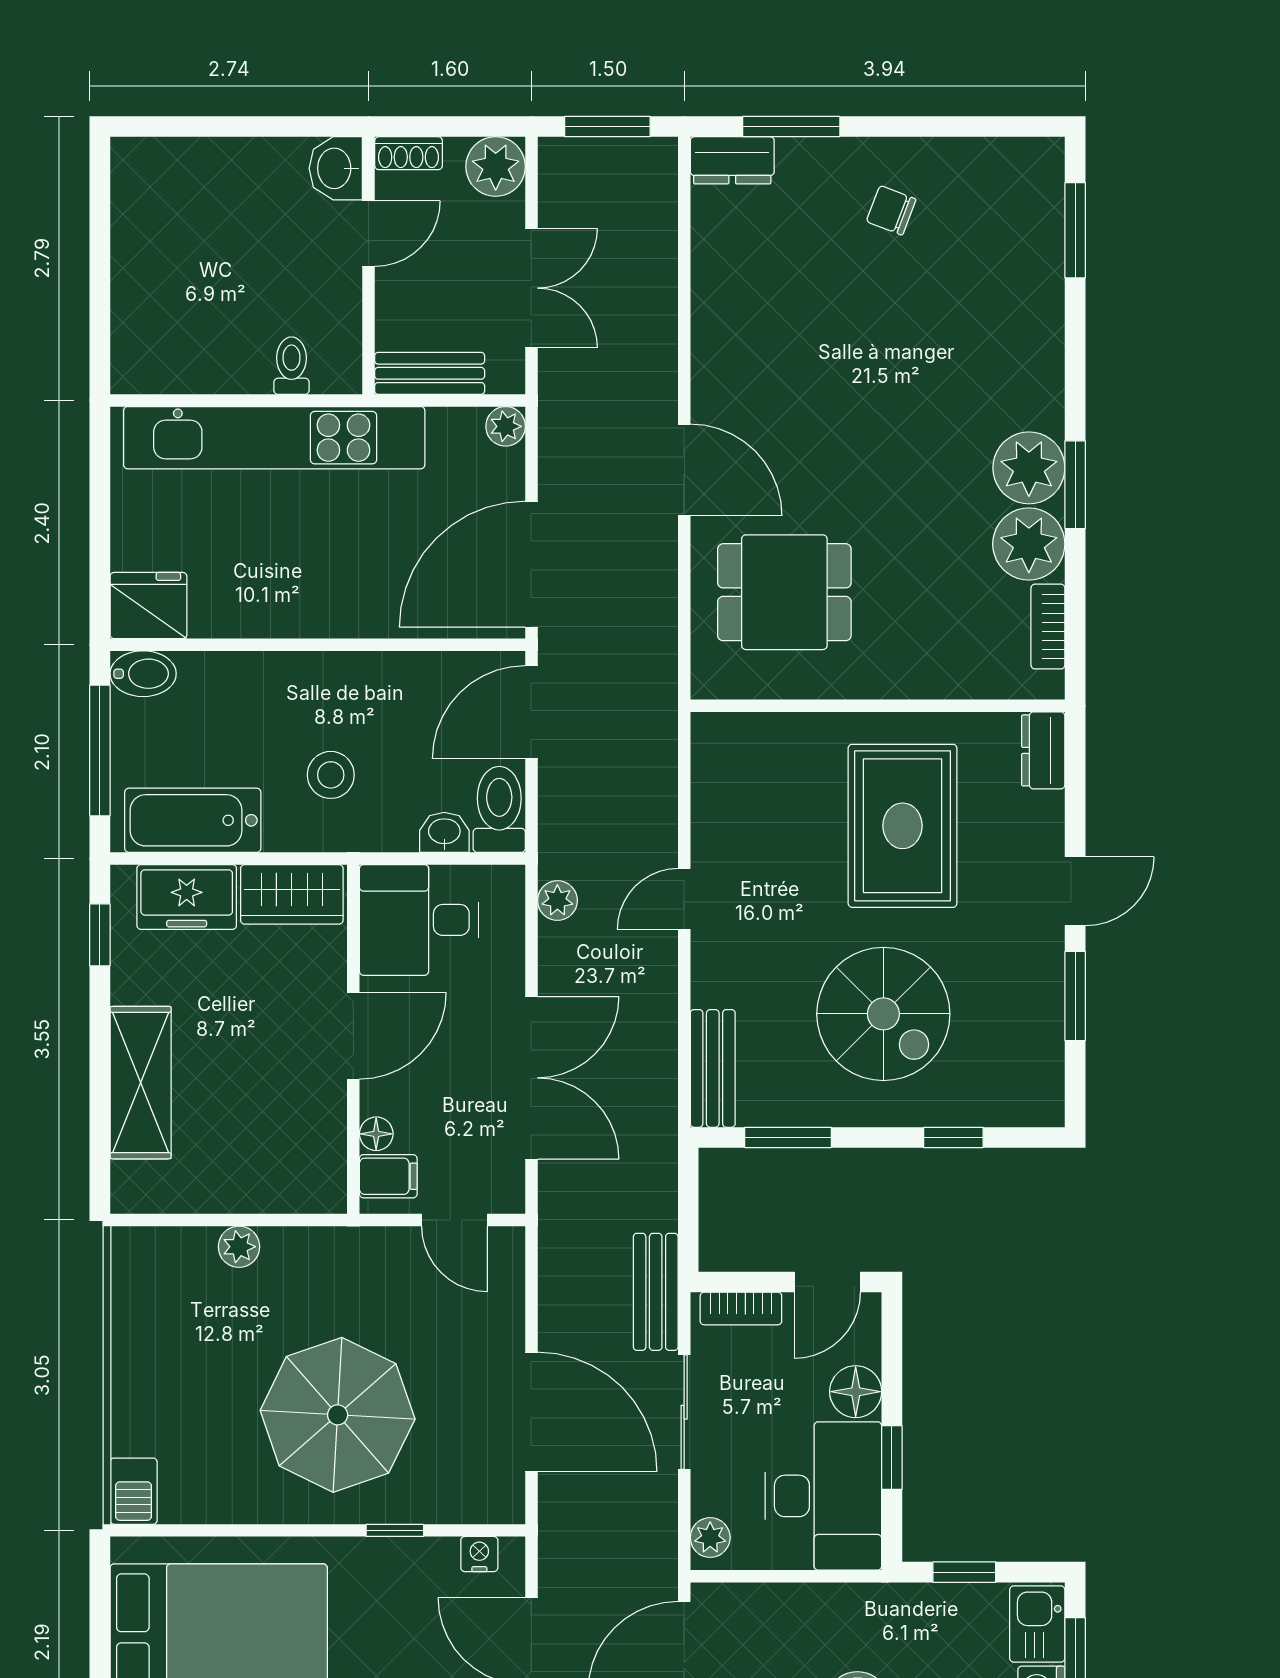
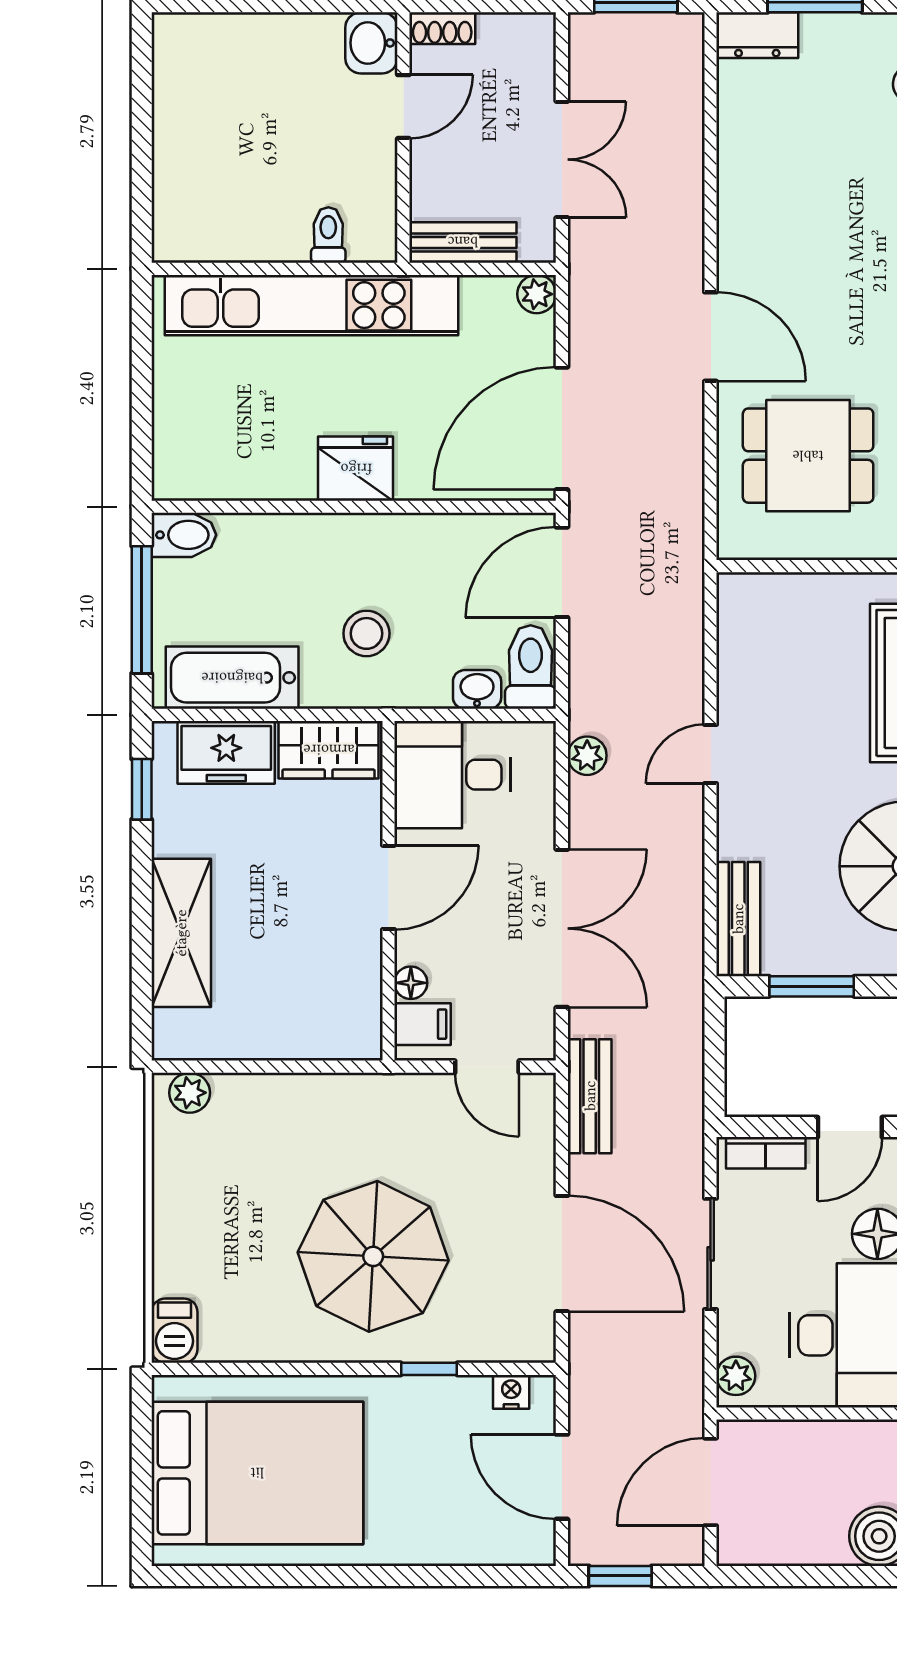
plant: (496, 167) -> (527, 41), removed
fridge: (148, 606) -> (356, 469), moved
plant: (239, 1247) -> (190, 1093), moved
bench: (656, 1292) -> (590, 1096), moved

